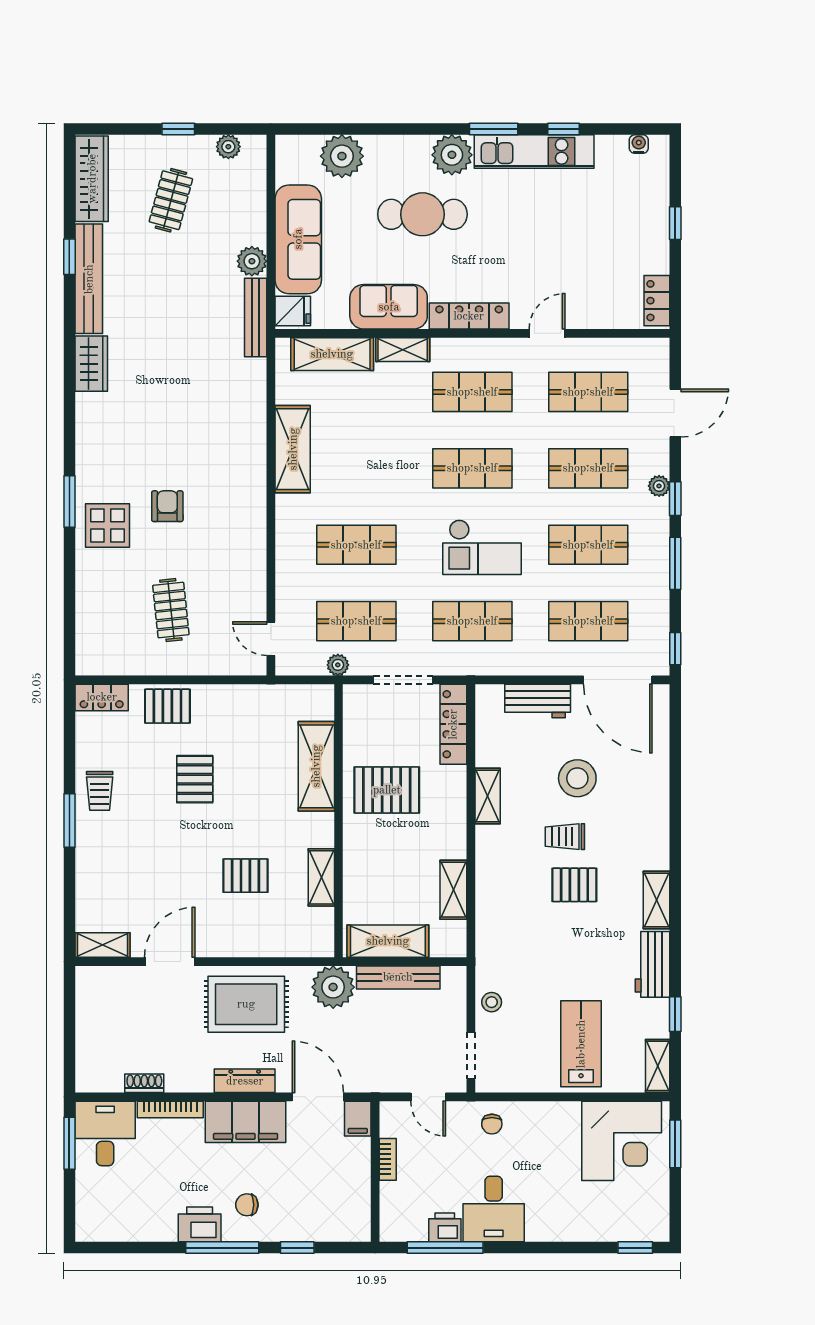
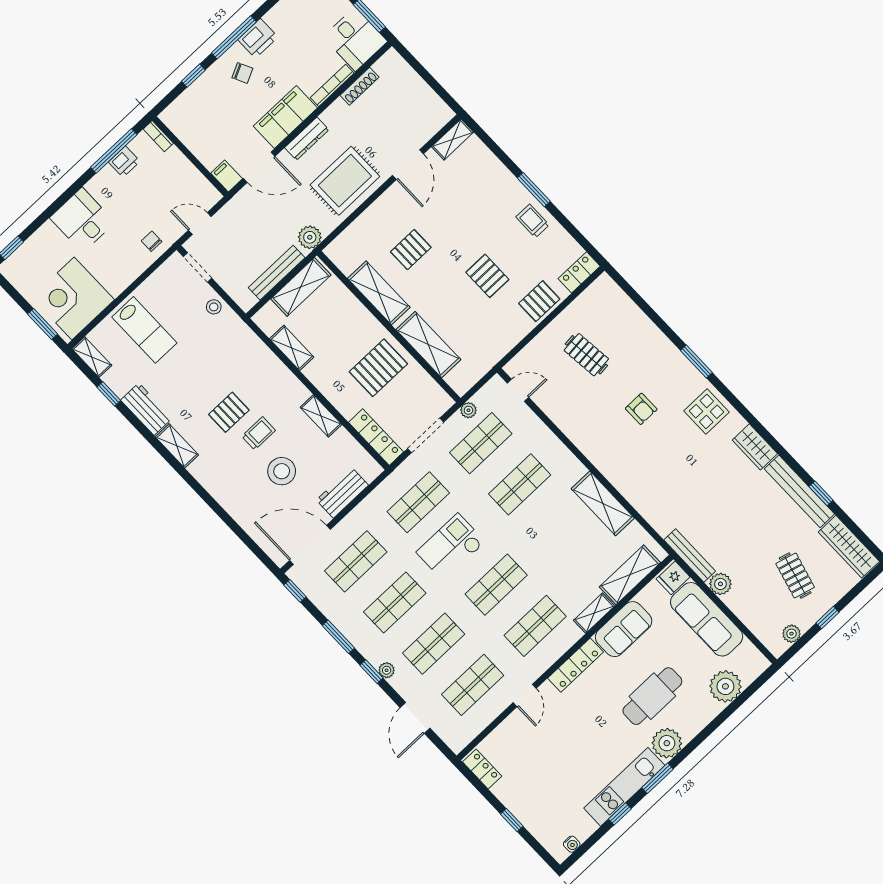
display table: (107, 525) -> (706, 411), moved
shelving: (321, 877) -> (379, 293), width x1.50, depth x1.33
plant: (333, 987) -> (310, 237), width x0.73, depth x0.73
shoe rack: (144, 1083) -> (360, 86), width x1.43
bookcase: (388, 1159) -> (158, 136), moved
chair: (247, 1205) -> (242, 73), turned 64
desk: (494, 1209) -> (82, 220), moved

